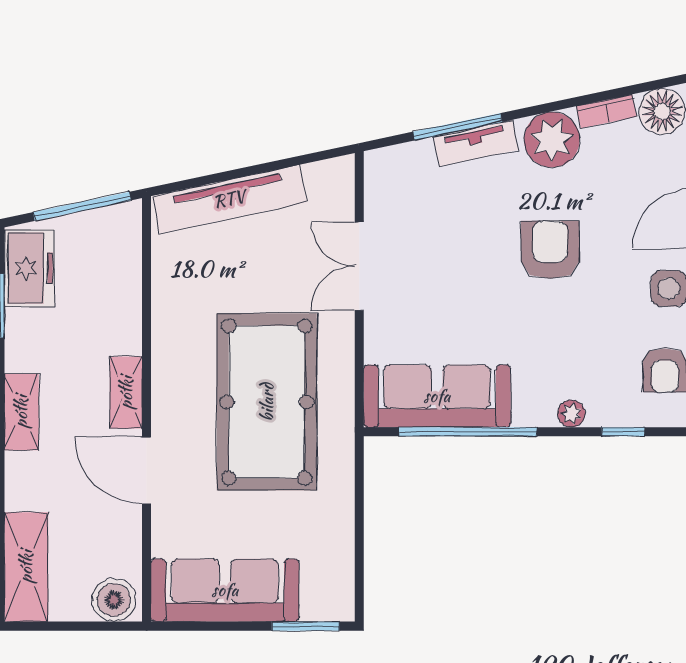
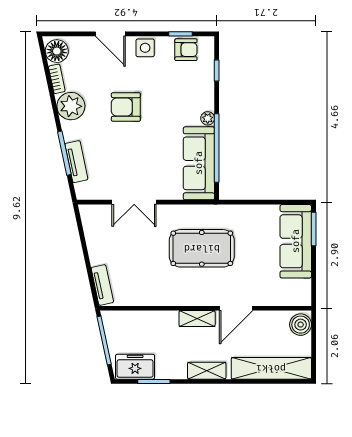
tv unit: (476, 143) -> (76, 162), moved
tv unit: (229, 199) -> (102, 285), width x0.52, depth x0.78
pool table: (267, 402) -> (202, 248), width x0.73, depth x0.76
plant: (571, 414) -> (208, 118), moved
shelving: (26, 567) -> (271, 368), width x1.47
sofa: (225, 590) -> (296, 241), moved

